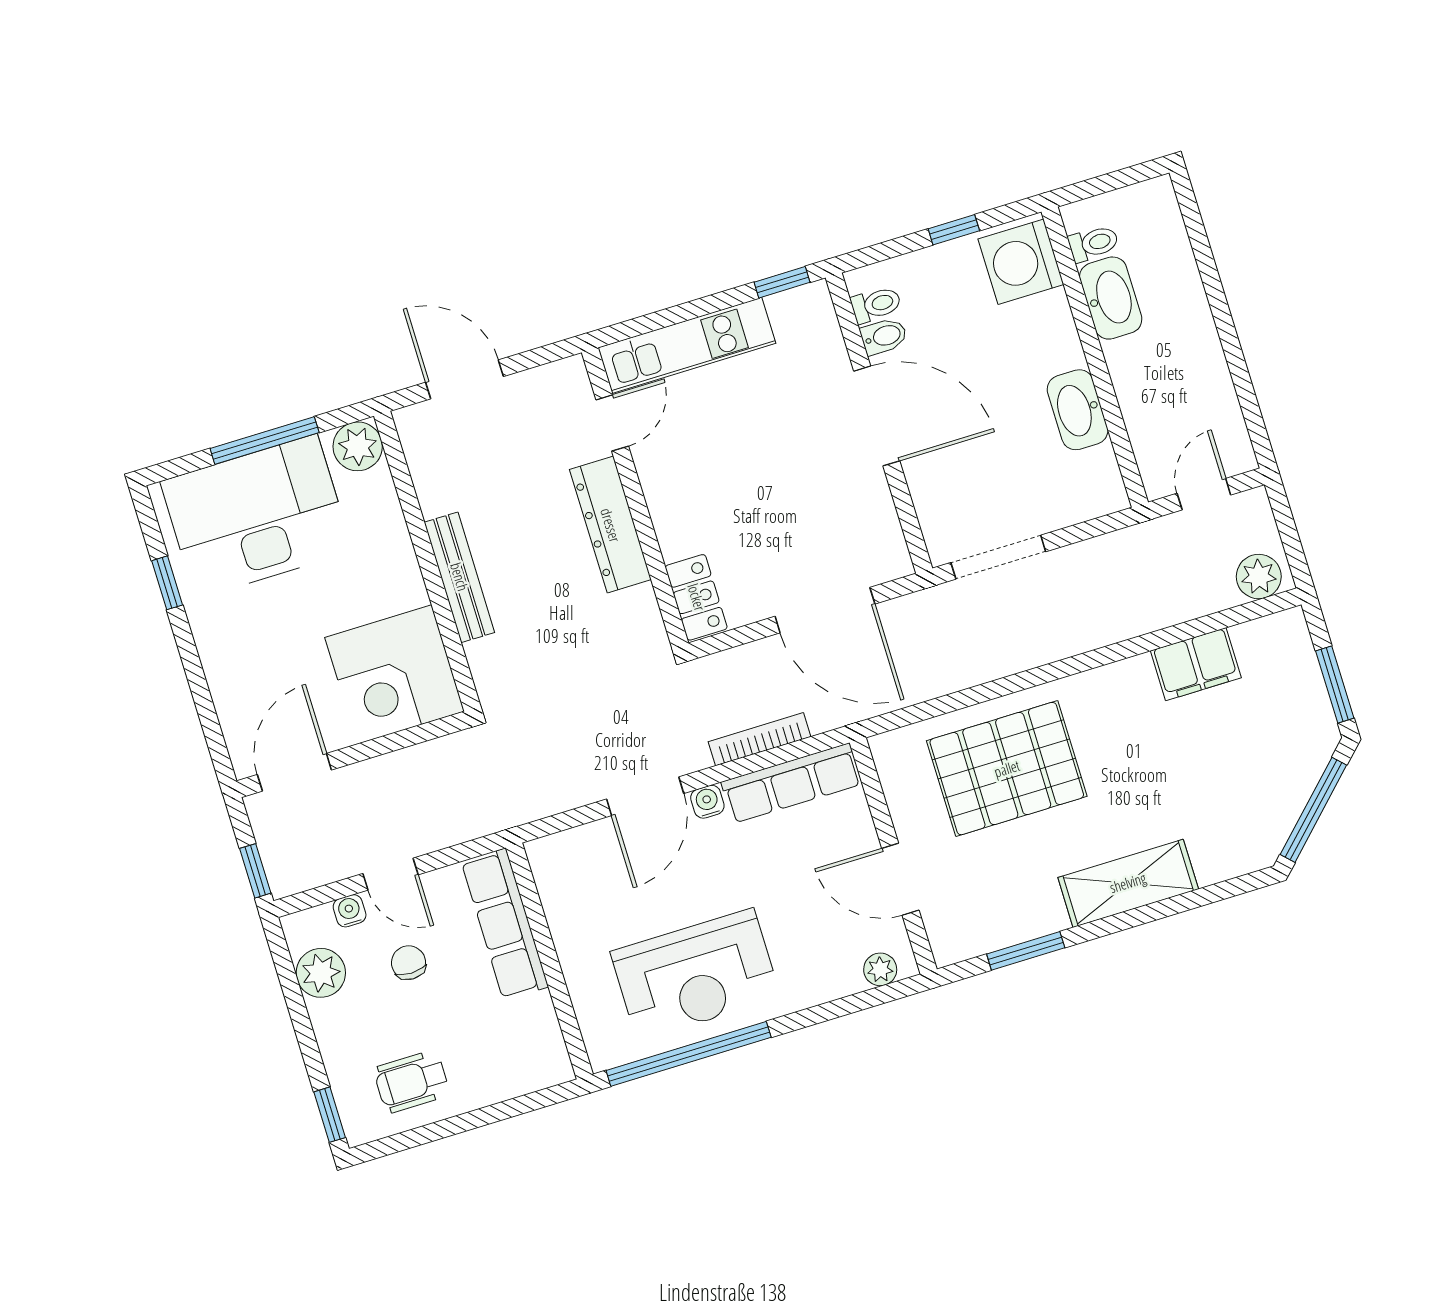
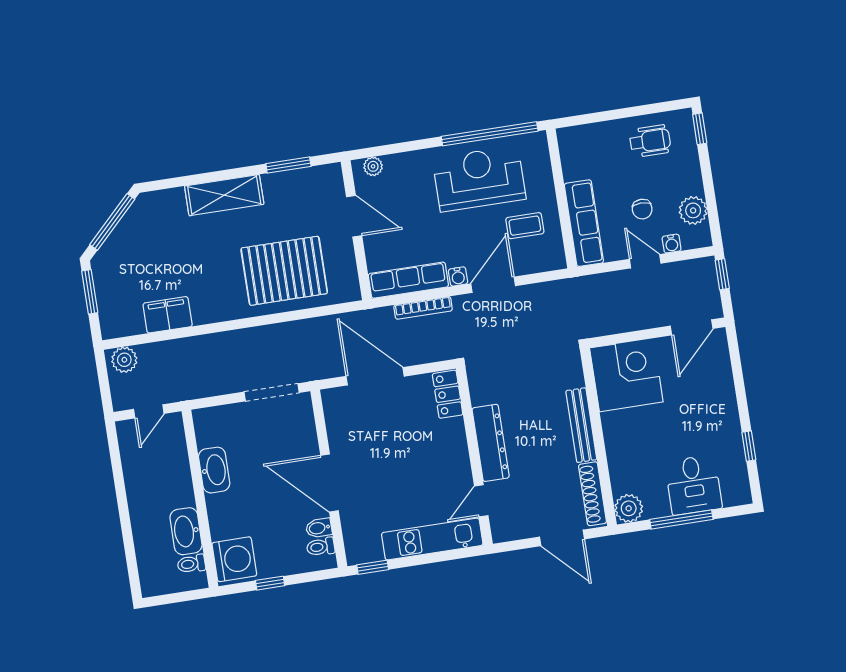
shoe rack: (423, 462) -> (593, 494), added
desk: (256, 516) -> (694, 485), width x0.53, depth x0.77
coffee table: (605, 905) -> (525, 226), added

